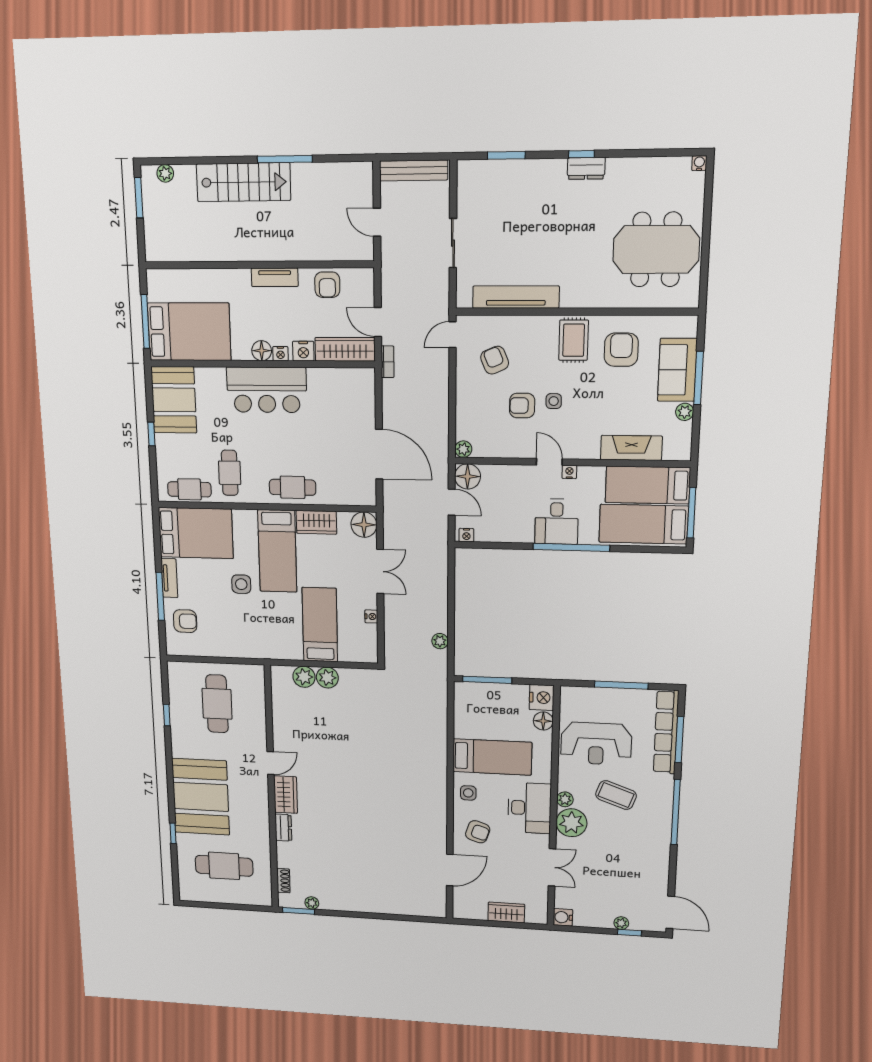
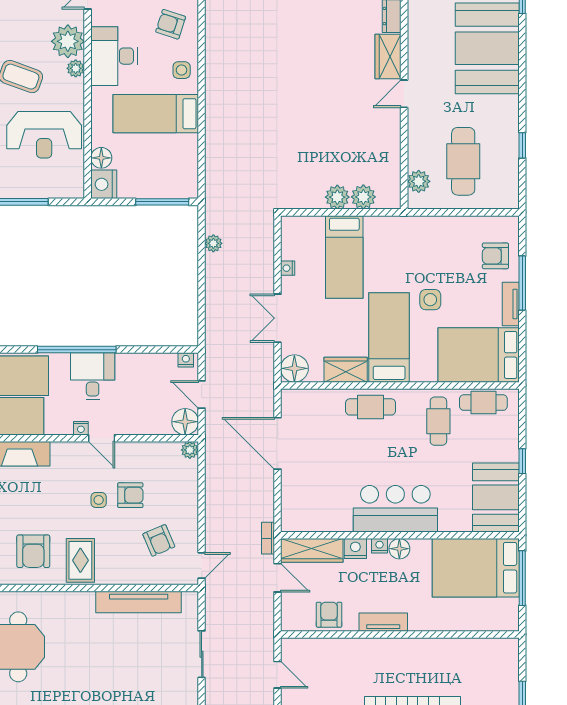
plant: (255, 688) -> (419, 181), added
reception desk: (596, 744) -> (44, 135), turned 180

